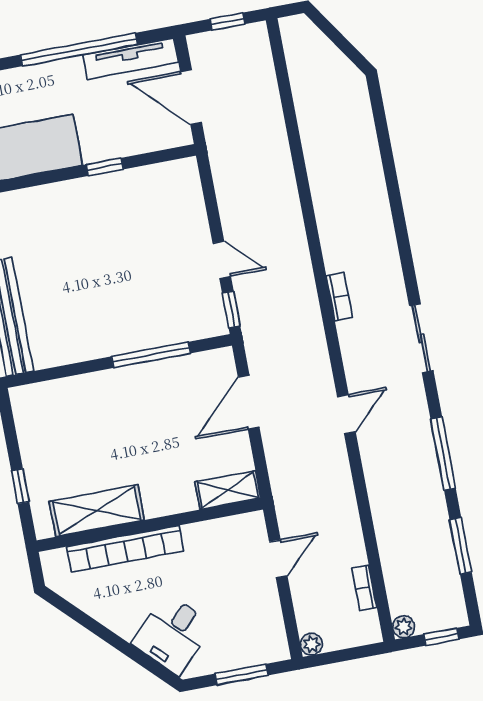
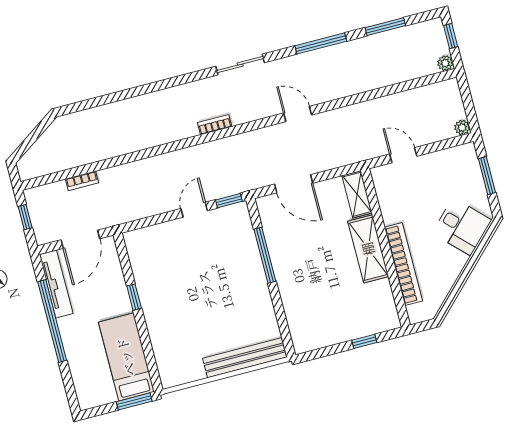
shelving: (97, 511) -> (368, 249), moved
bookcase: (364, 588) -> (82, 181), moved

